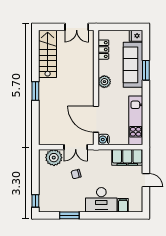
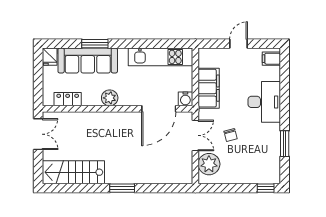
filing cabinet: (127, 157) -> (209, 88), moved
filing cabinet: (123, 205) -> (271, 59), moved

